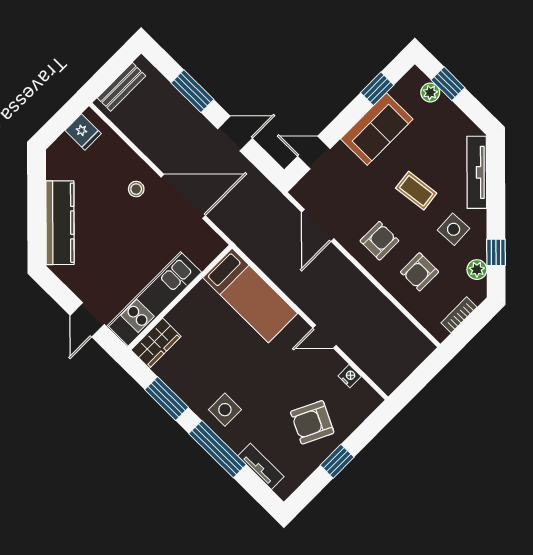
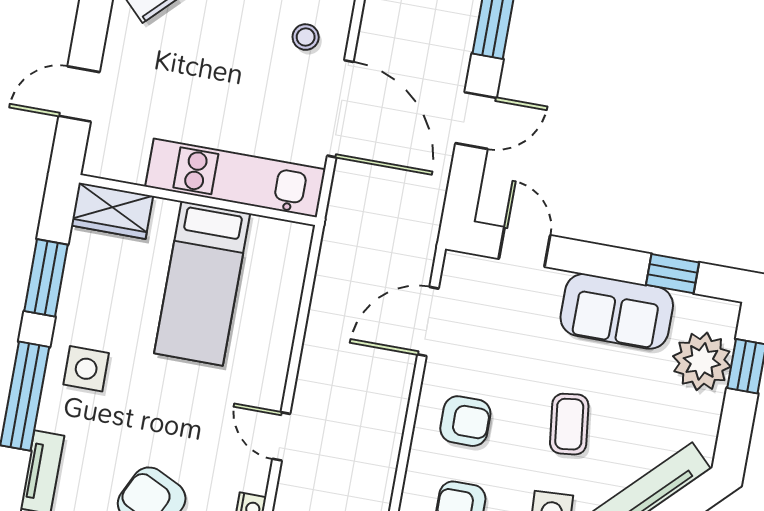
plant: (430, 92) -> (702, 361), width x1.88, depth x1.88
door: (235, 134) -> (476, 120), hinge flipped
bed: (250, 295) -> (202, 283), moved
kitchen unit: (154, 299) -> (235, 178), moved

